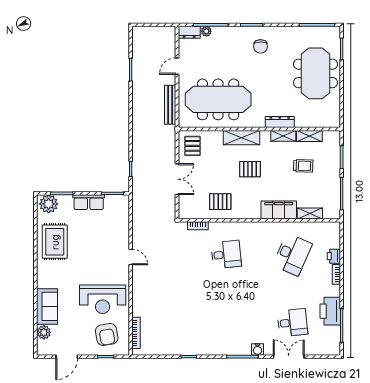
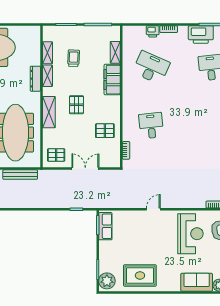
row of seats: (89, 202) -> (105, 226), moved
pallet: (220, 202) -> (105, 131), turned 90

